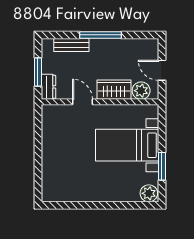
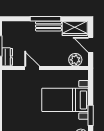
bench: (71, 45) -> (48, 26), moved
wardrobe: (114, 90) -> (75, 28), moved, turned 180

